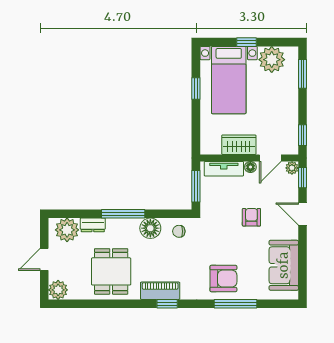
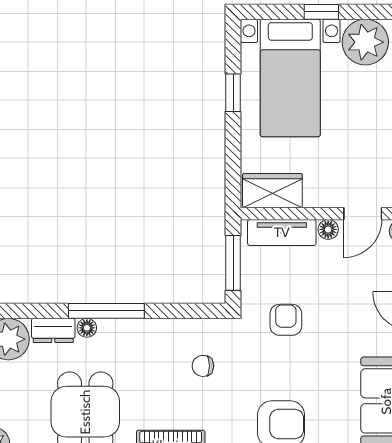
wardrobe: (239, 145) -> (272, 191), moved
armchair: (251, 217) -> (286, 320), moved
floor lamp: (150, 228) -> (87, 328), moved, width x0.53, depth x0.53
chair: (179, 231) -> (203, 366), moved

